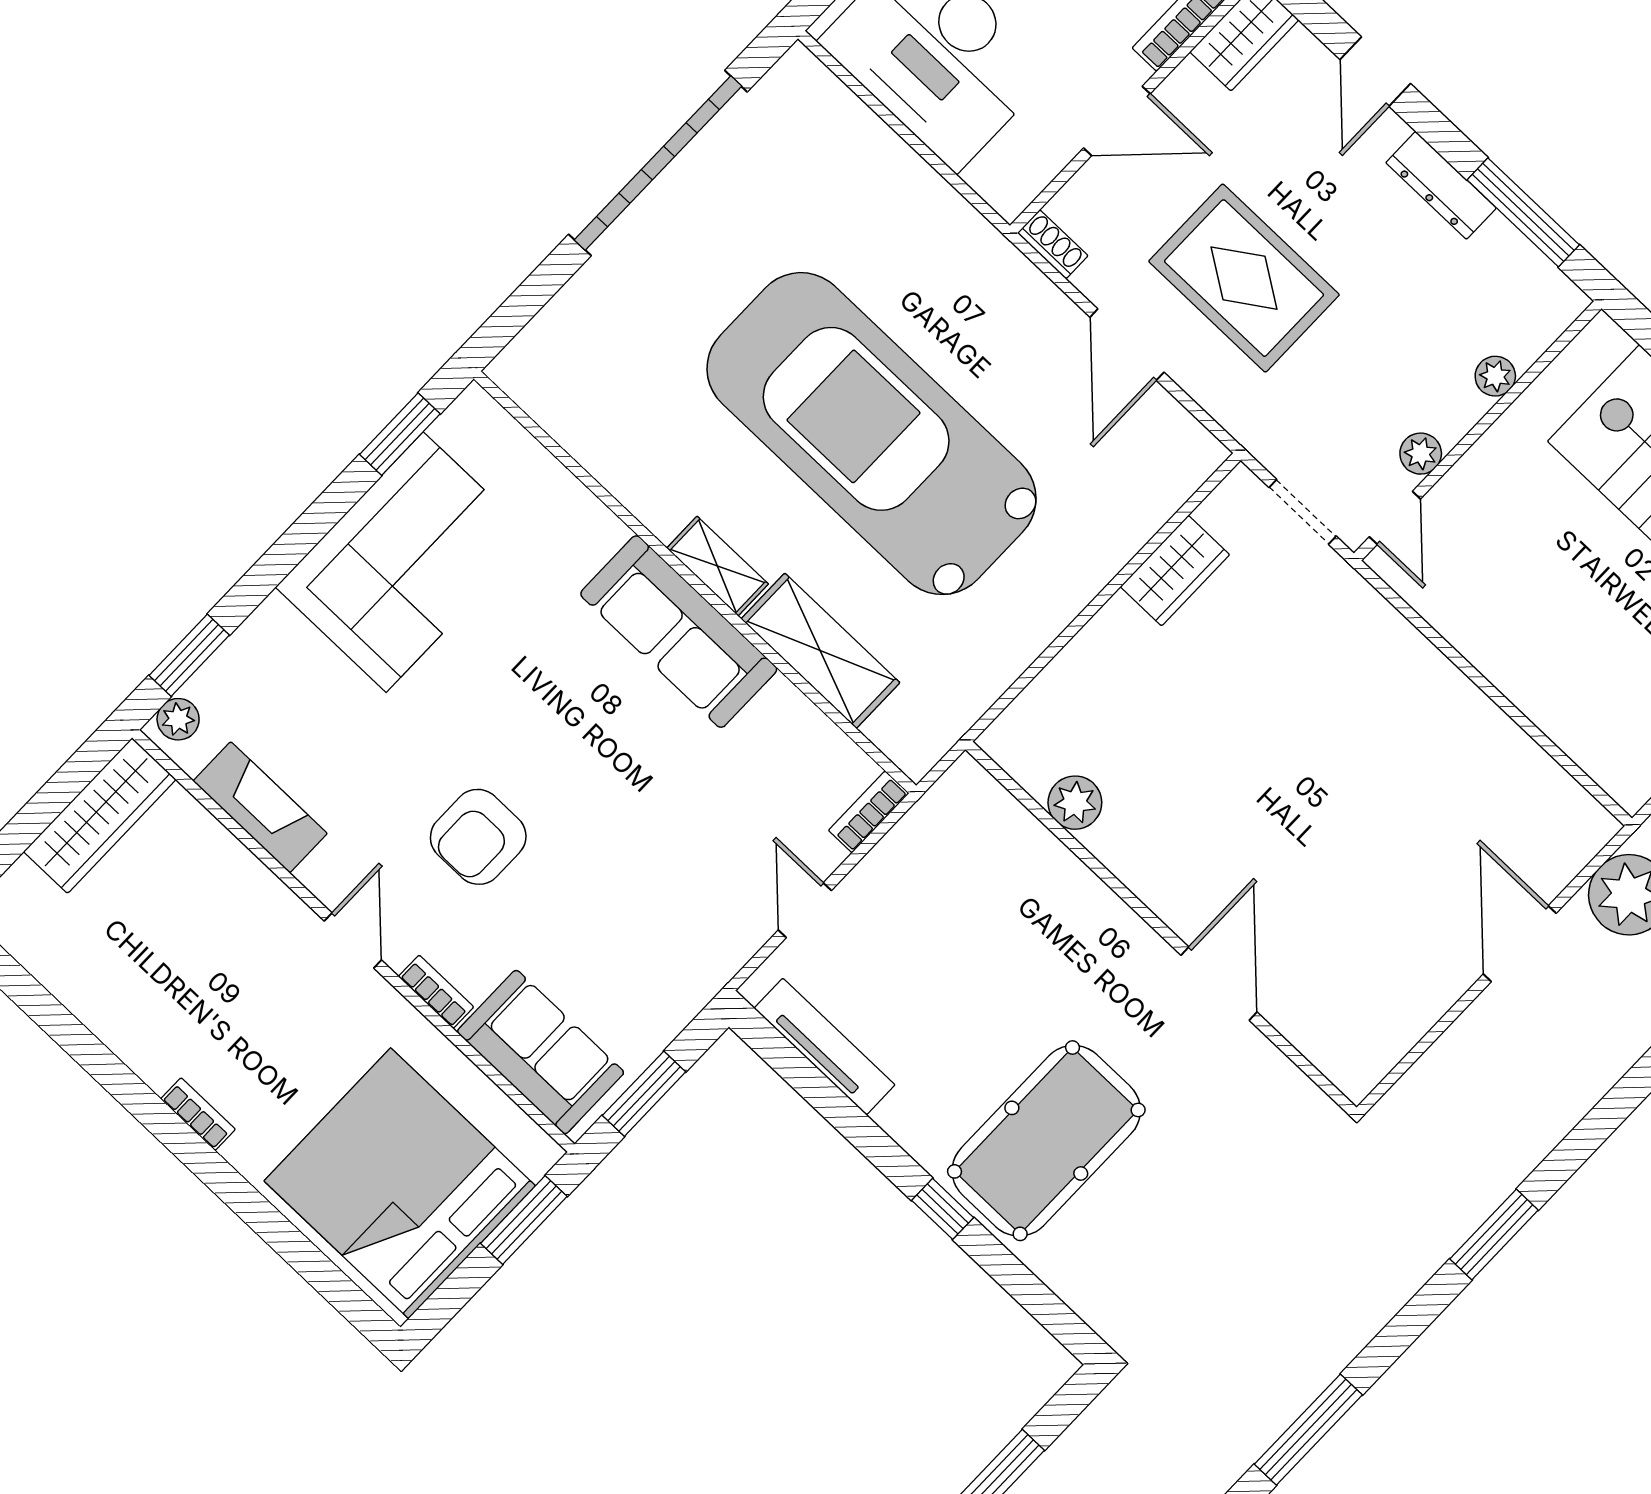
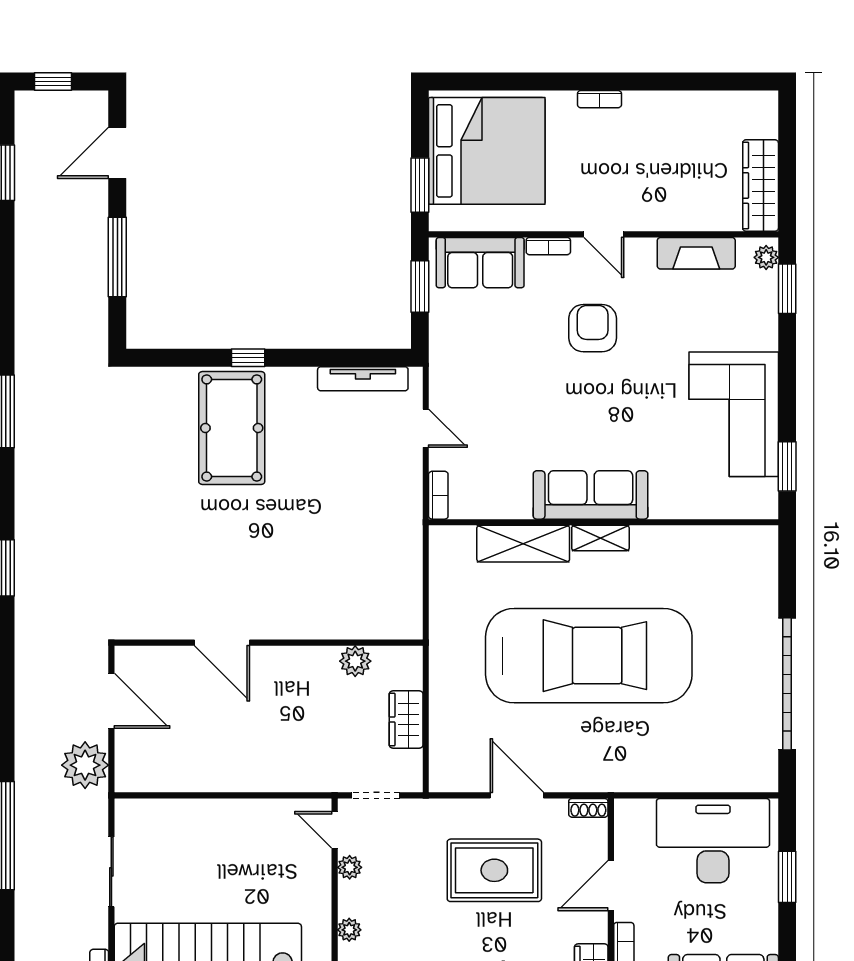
plant: (1075, 803) -> (355, 661), moved
wall: (1161, 928) -> (269, 643), moved
door: (1219, 984) -> (222, 643), moved

